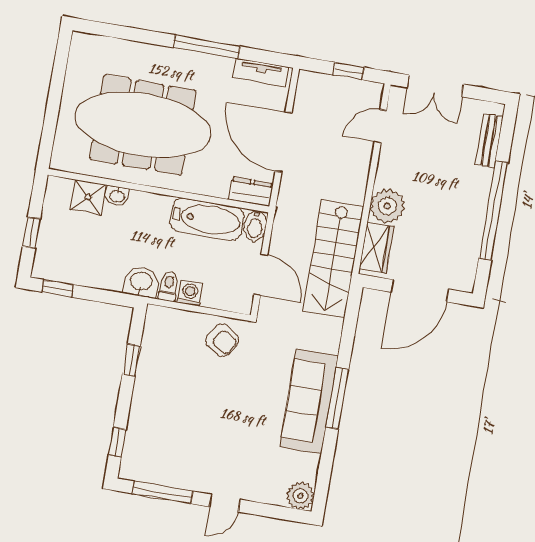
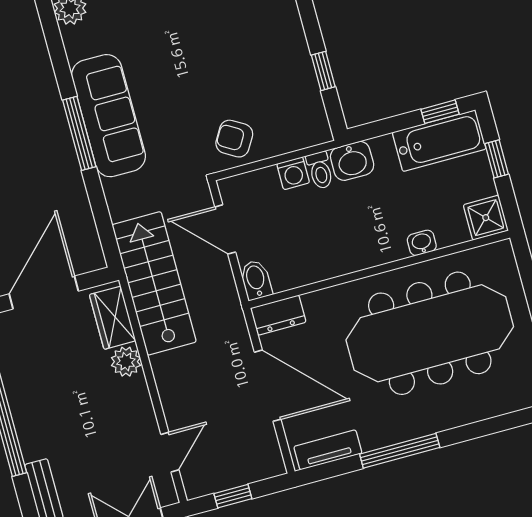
shower: (88, 197) -> (486, 218), moved
plant: (387, 206) -> (126, 362), width x0.73, depth x0.73
bathtub: (207, 219) -> (439, 141), moved, turned 180

